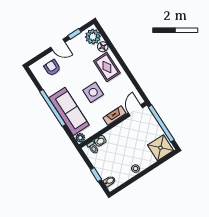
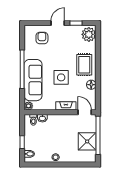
door: (58, 45) -> (58, 23), swing flipped
floor lamp: (103, 47) -> (91, 85), moved
door: (135, 110) -> (85, 112), hinge flipped
shower: (161, 148) -> (87, 141), moved

